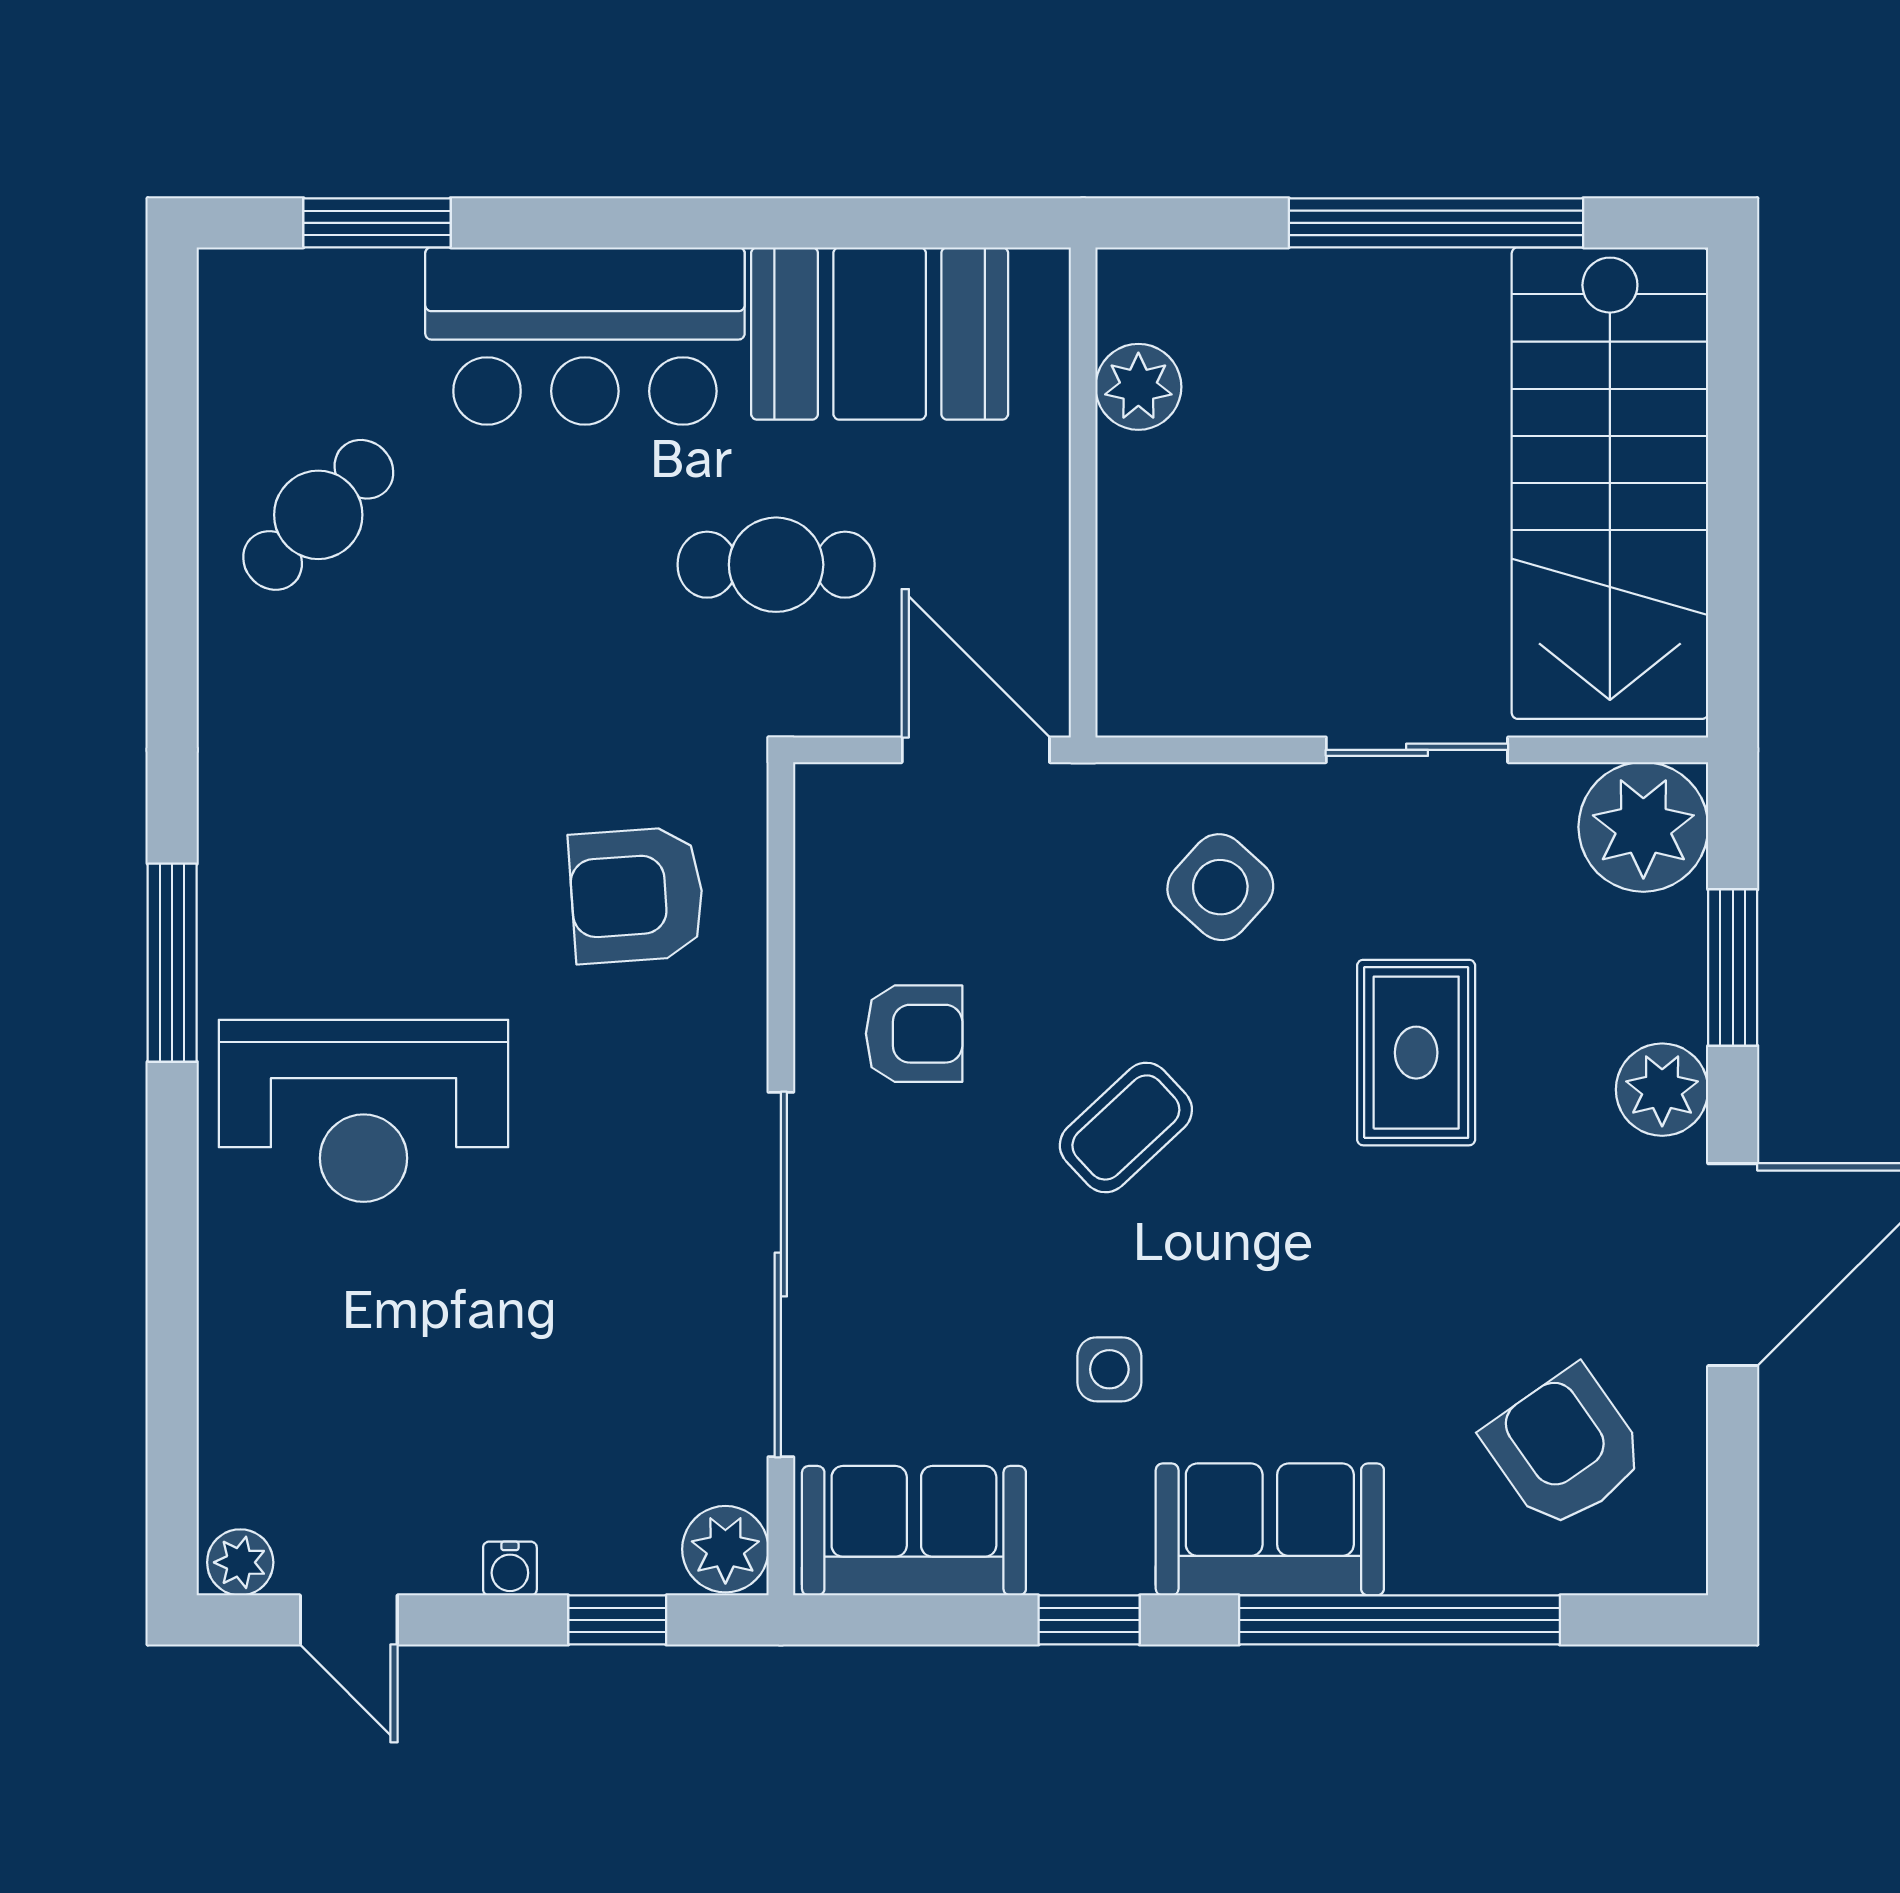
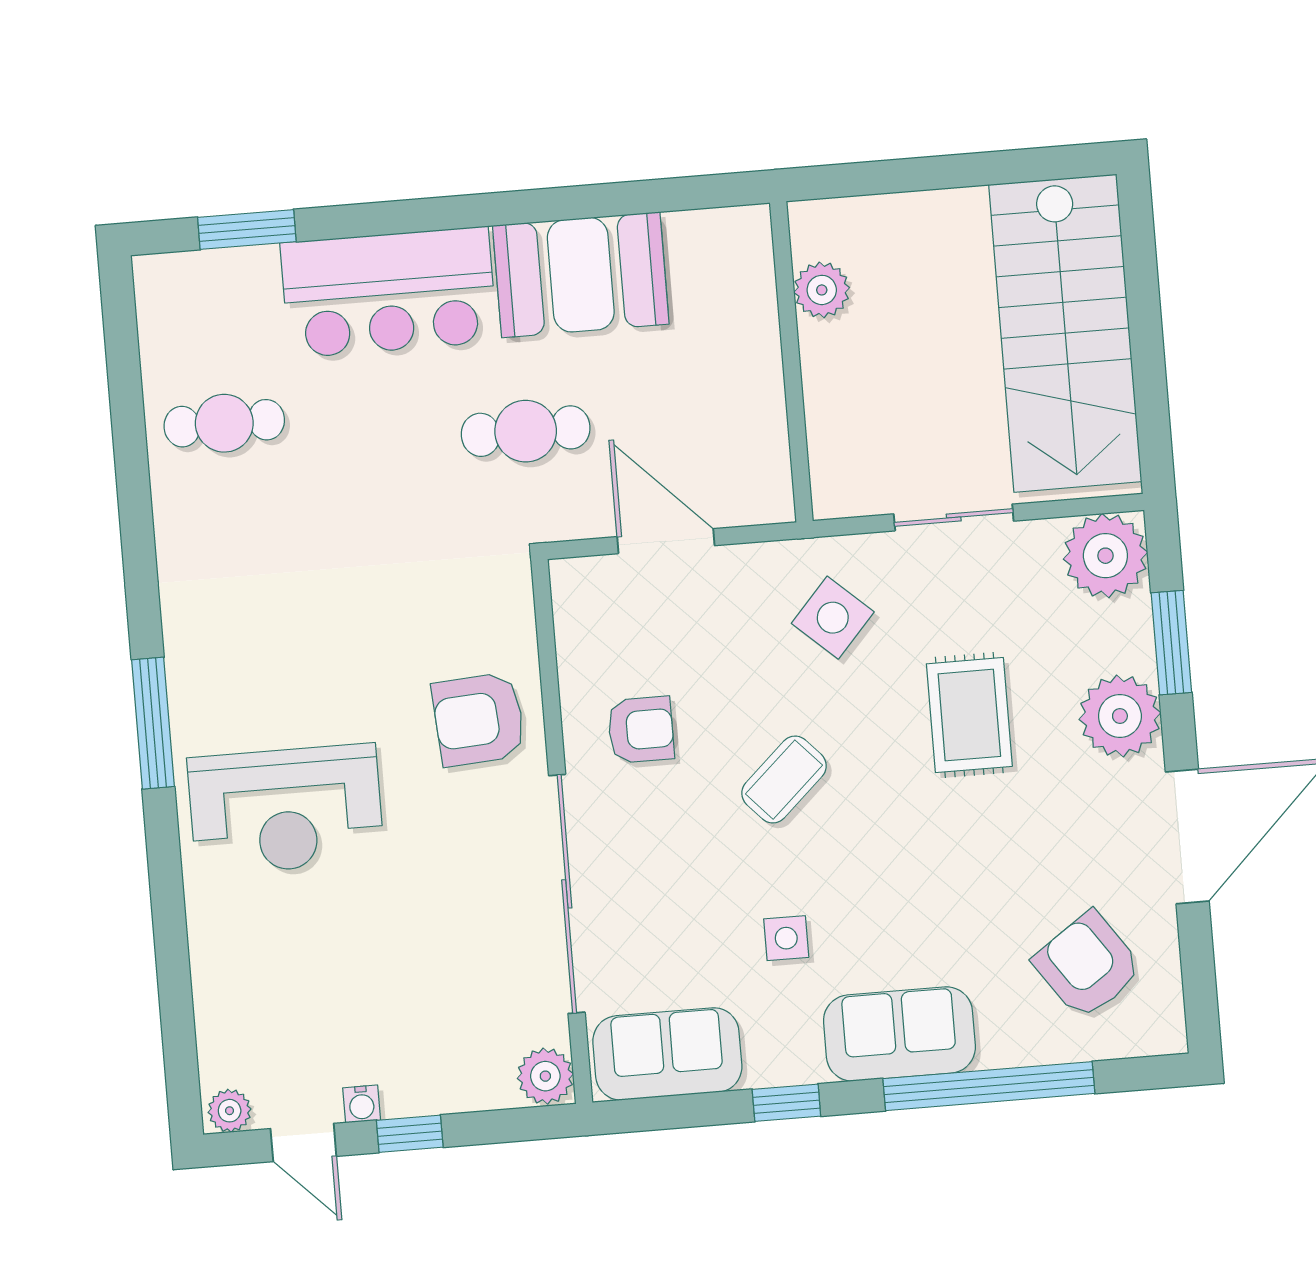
window: (1436, 223) -> (938, 173), removed
plant: (1138, 387) -> (822, 290), moved
wall: (1083, 492) -> (791, 362), moved
cafe table: (318, 515) -> (224, 423), turned 45
armchair: (637, 895) -> (479, 719), moved
plant: (1662, 1090) -> (1120, 716), width x1.36, depth x1.36
water cooler: (510, 1569) -> (362, 1104), moved
window: (617, 1620) -> (410, 1134), moved

